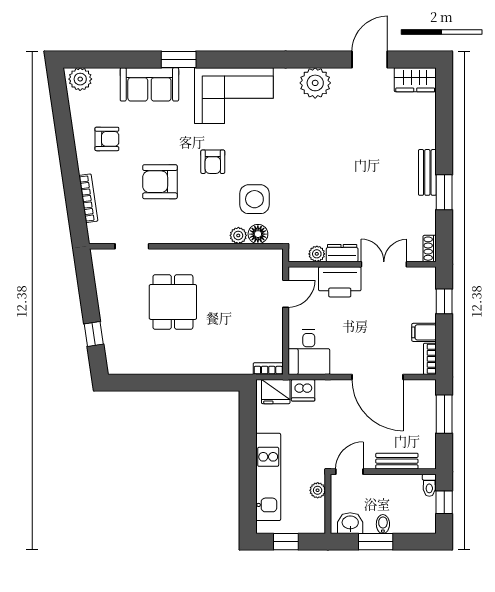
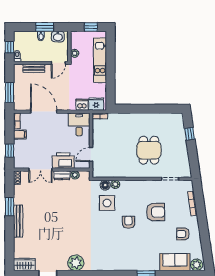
sofa: (149, 84) -> (175, 262), moved
corner sofa: (234, 96) -> (118, 256), removed
bench: (427, 172) -> (18, 221), width x1.36

